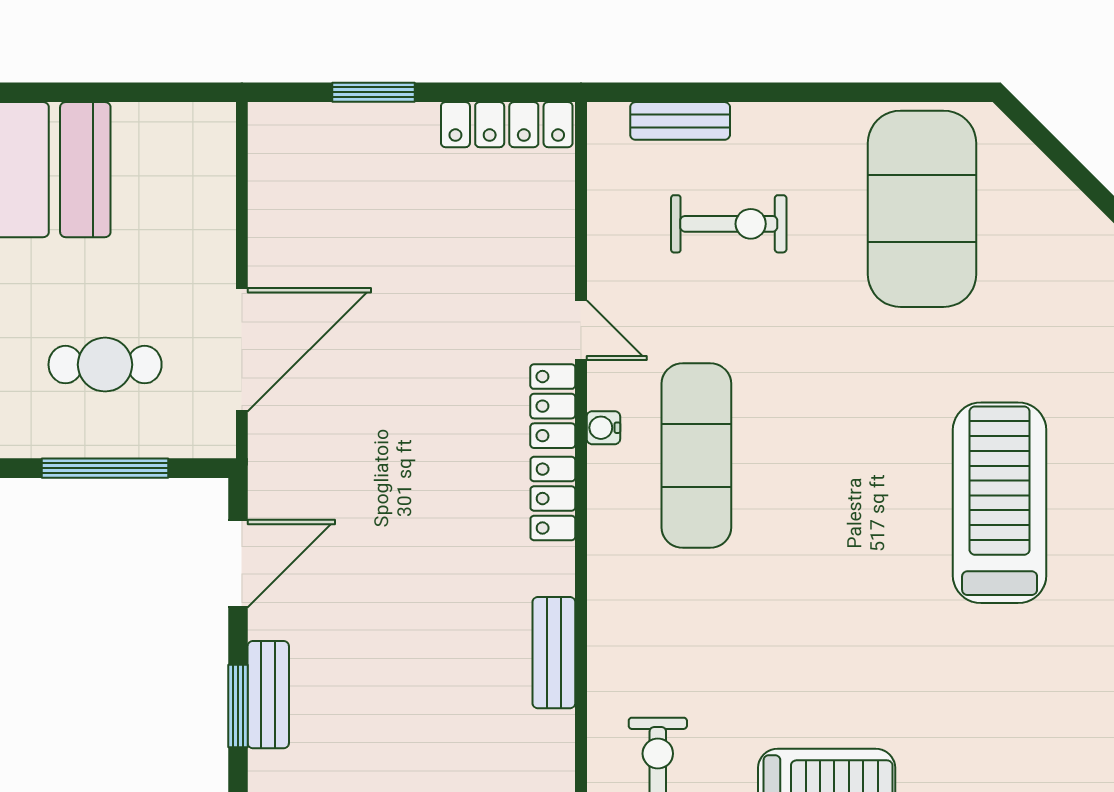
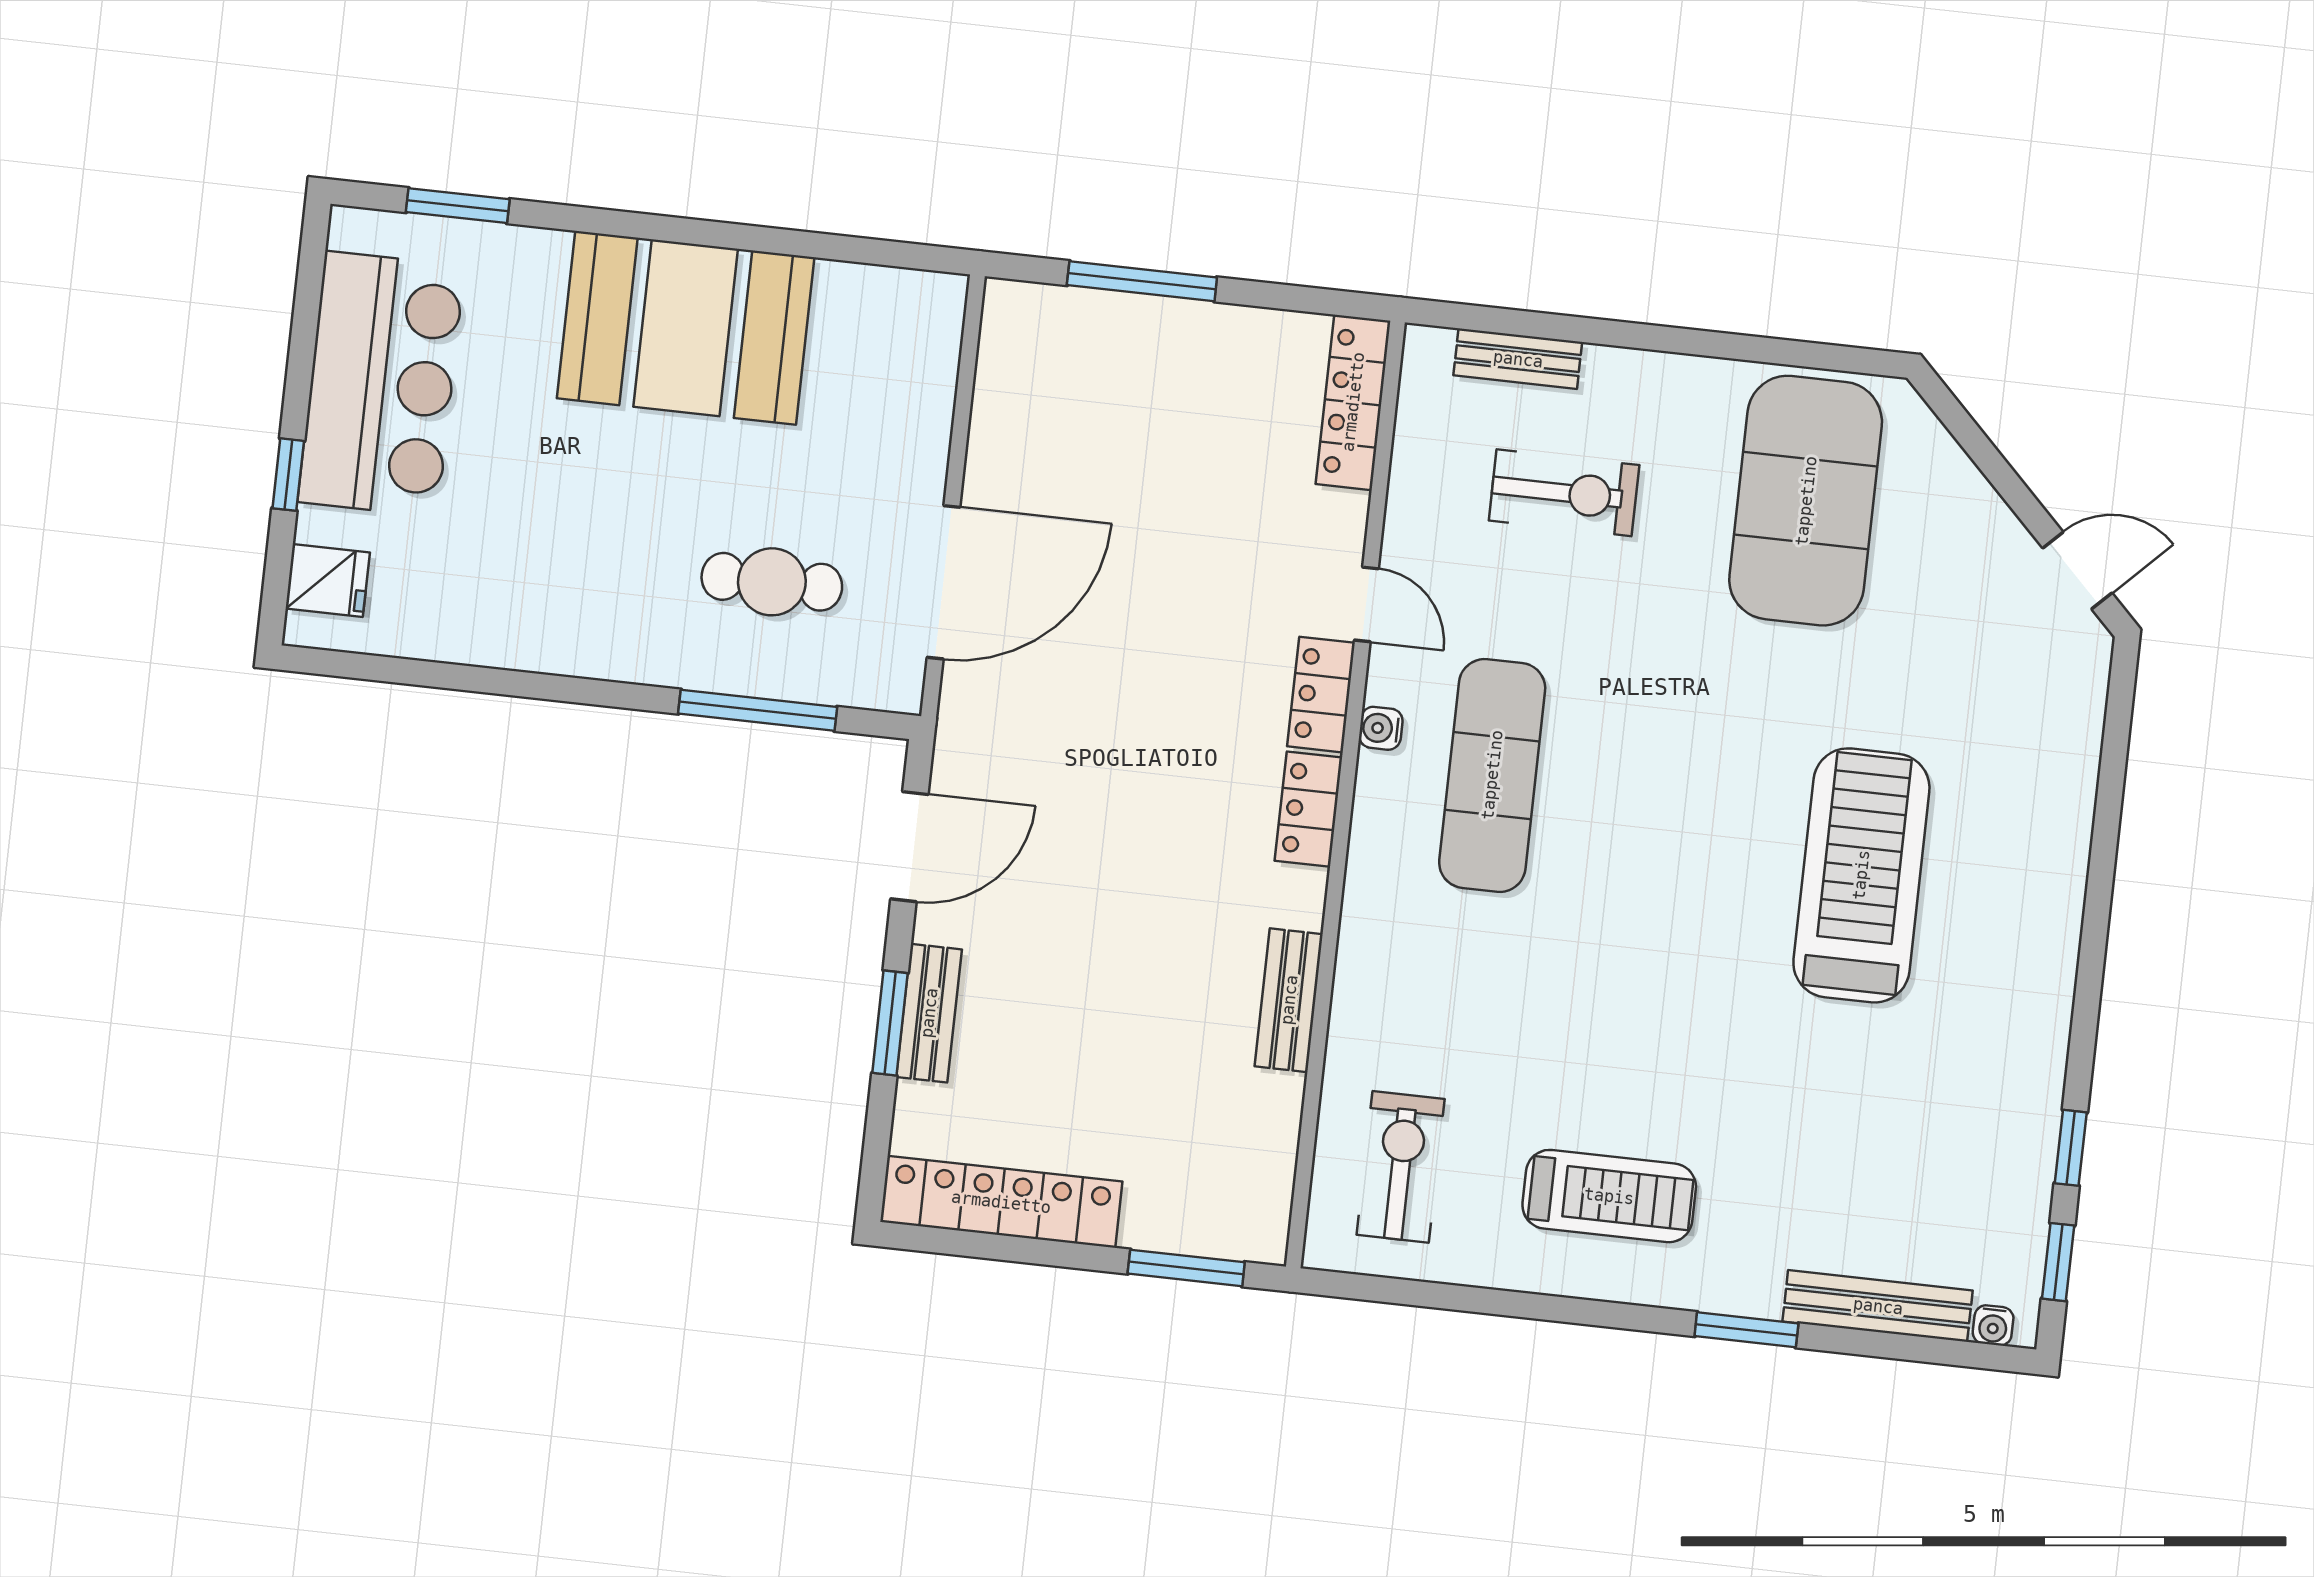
window: (374, 92) -> (1142, 281), width x1.44
locker: (507, 125) -> (1353, 402), moved, turned 90

